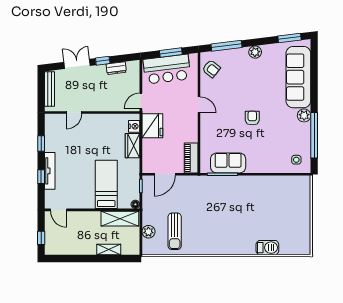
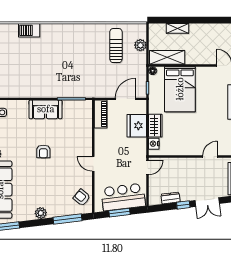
fridge: (152, 126) -> (137, 126), moved
sofa: (228, 163) -> (46, 109), moved
bed: (106, 184) -> (180, 89), width x1.50

